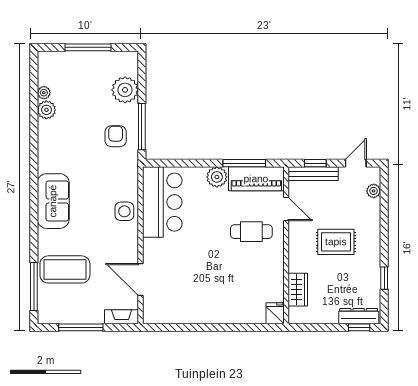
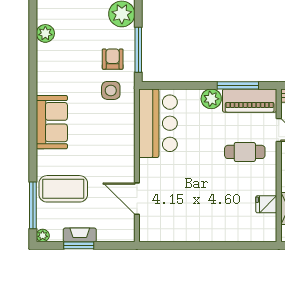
plant: (44, 93) -> (43, 236), moved
side table: (124, 211) -> (111, 90), moved
fridge: (275, 313) -> (266, 204), moved, turned -90
fireplace: (122, 317) -> (80, 235), moved
window: (81, 327) -> (79, 245), width x0.69

